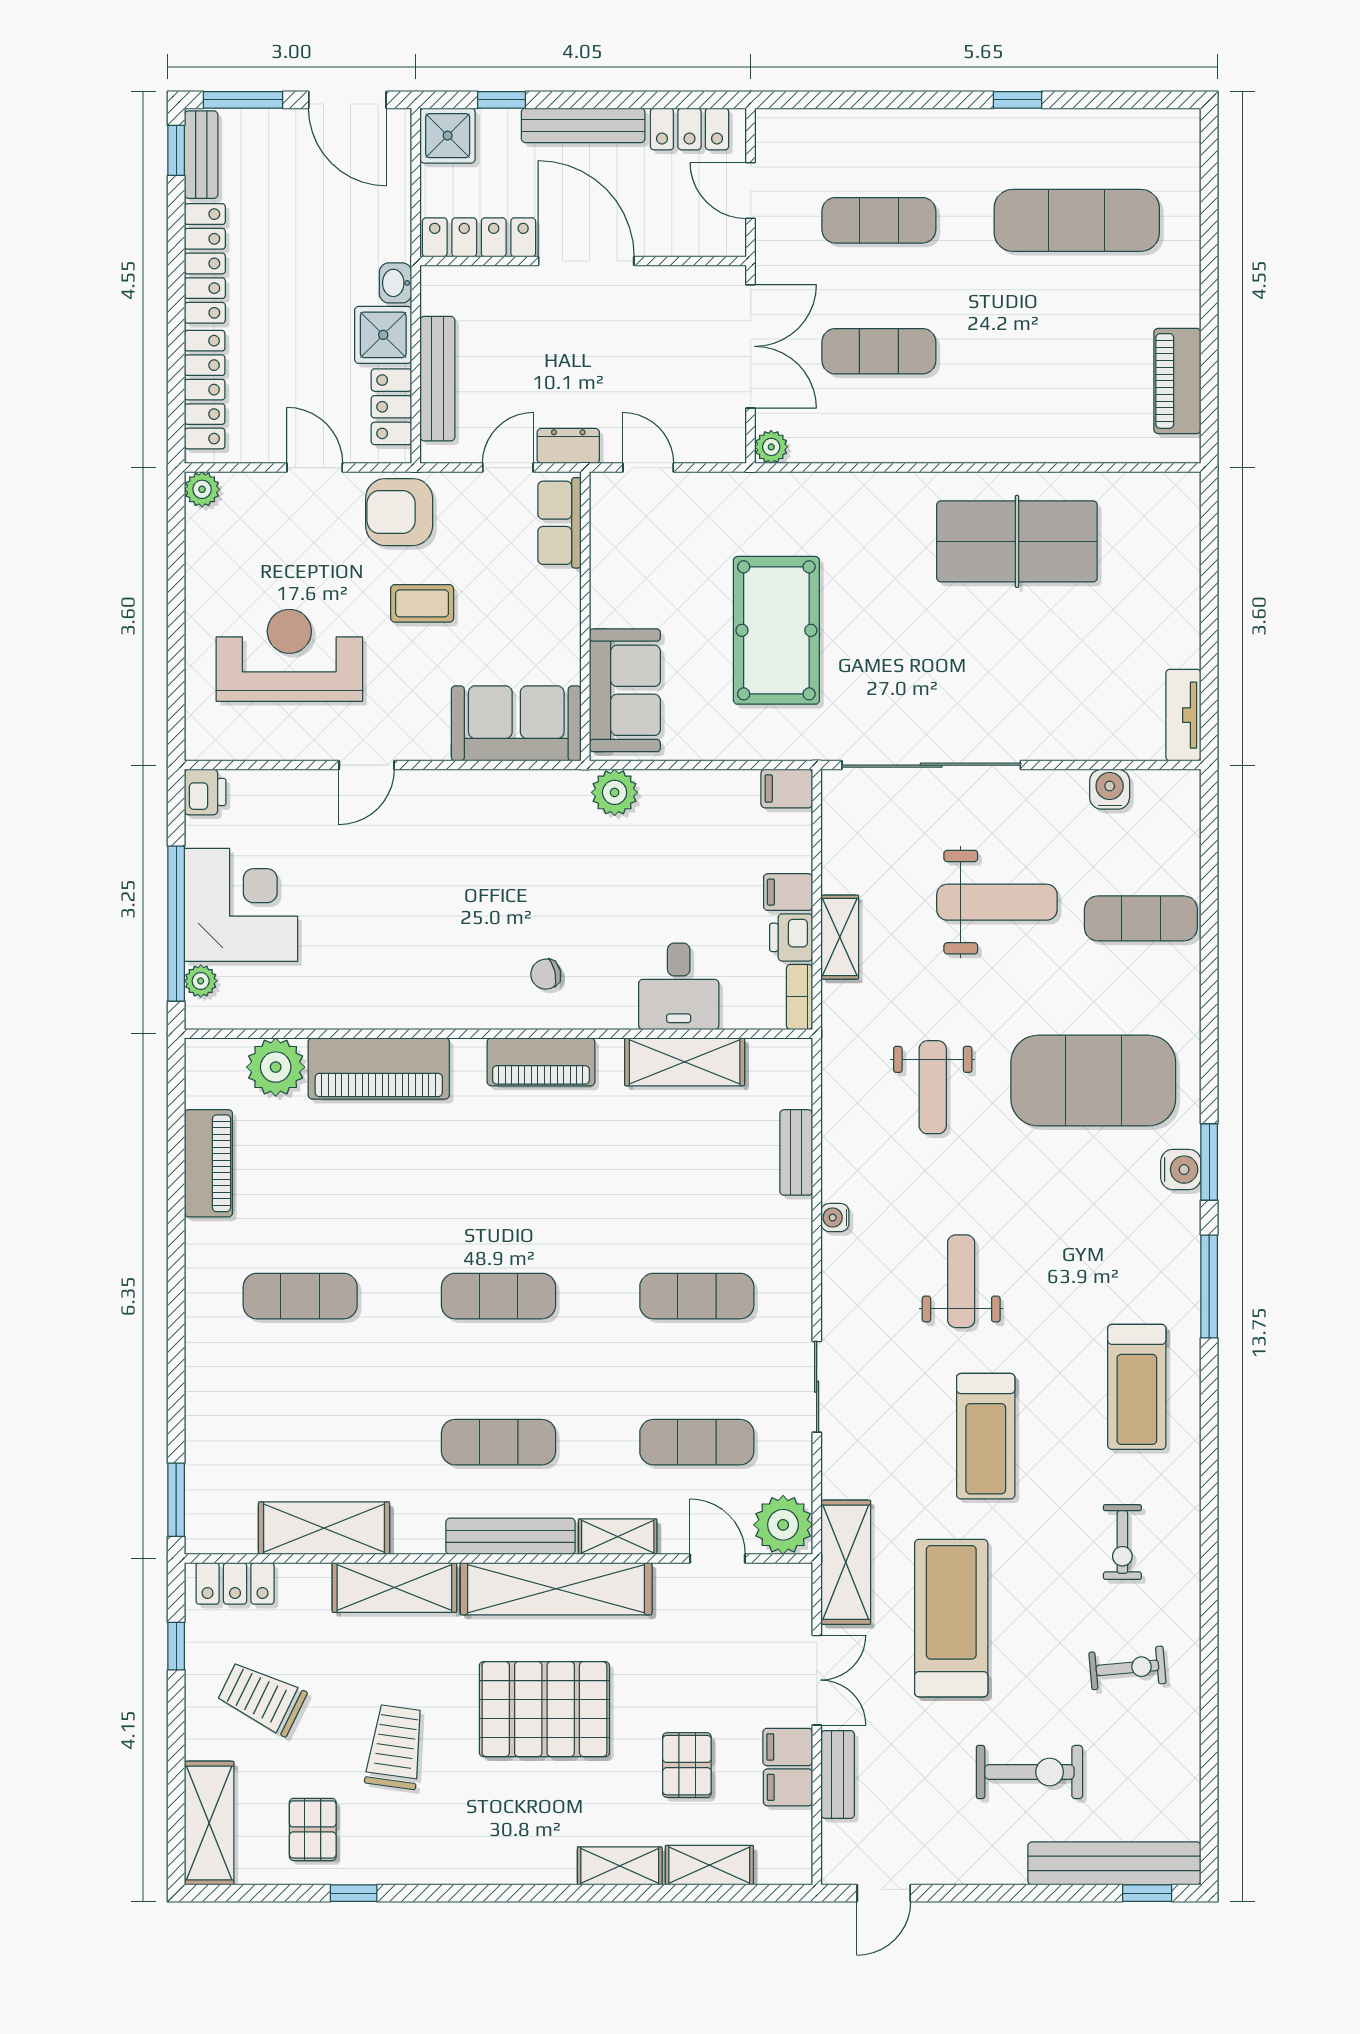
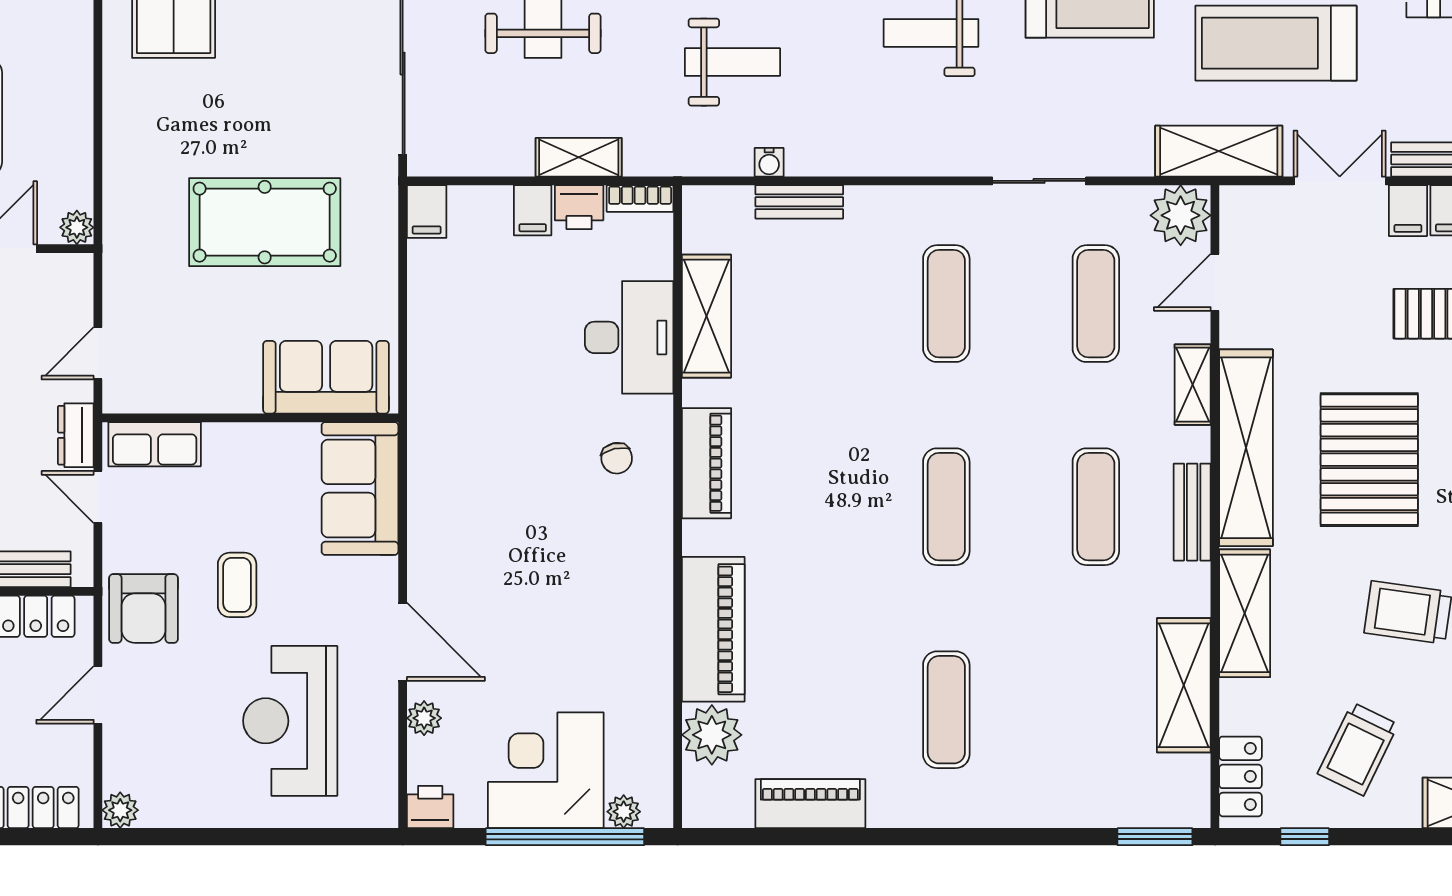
door: (367, 765) -> (403, 642), width x1.38
plant: (615, 792) -> (424, 718), moved, width x0.73, depth x0.73
desk: (679, 986) -> (629, 337), width x1.37
water cooler: (835, 1218) -> (769, 162), moved
bench: (510, 1536) -> (1192, 512), width x0.73

